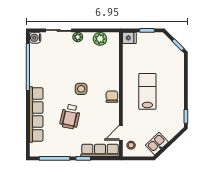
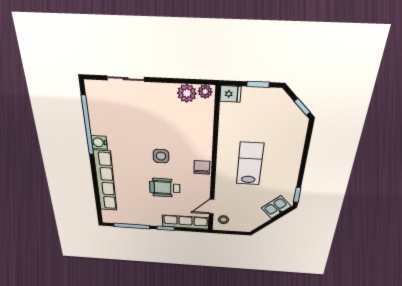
plant: (78, 37) -> (205, 92), moved
water cooler: (35, 38) -> (99, 142), moved
wheelchair: (70, 117) -> (165, 188), moved, turned 78
kitchen sink: (157, 144) -> (276, 207), moved

